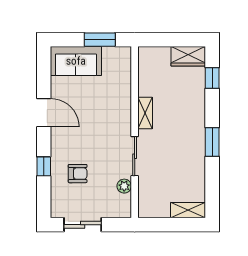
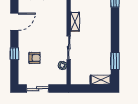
door: (44, 113) -> (14, 22), hinge flipped
window: (212, 142) -> (115, 61), moved

